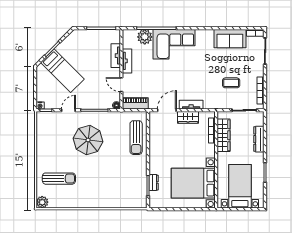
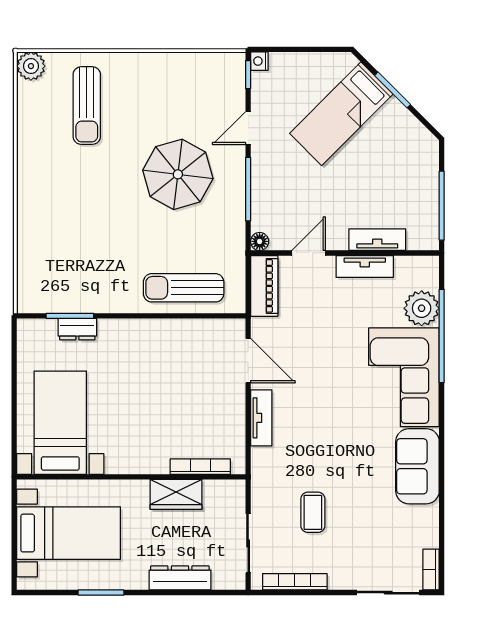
sofa: (230, 39) -> (417, 466), moved
door: (68, 110) -> (248, 128), swing flipped
wardrobe: (188, 117) -> (231, 410), removed
wardrobe: (224, 135) -> (176, 494), width x0.67
bed with nightstands: (193, 183) -> (60, 423), width x0.73

